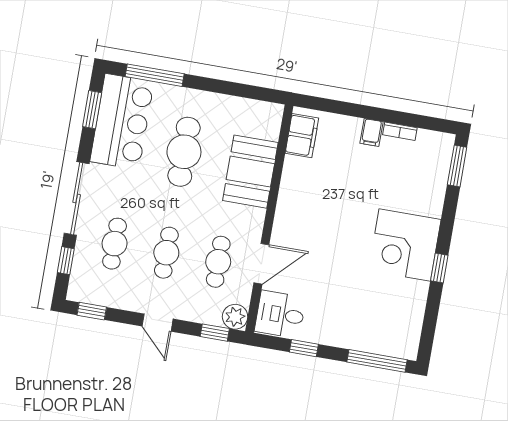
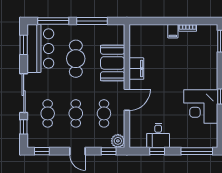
window: (226, 88) -> (92, 21), added
filing cabinet: (302, 136) -> (136, 69), moved
corner desk: (405, 245) -> (201, 107), moved
door: (261, 264) -> (127, 100), moved
desk: (280, 314) -> (158, 135), moved, turned -90

